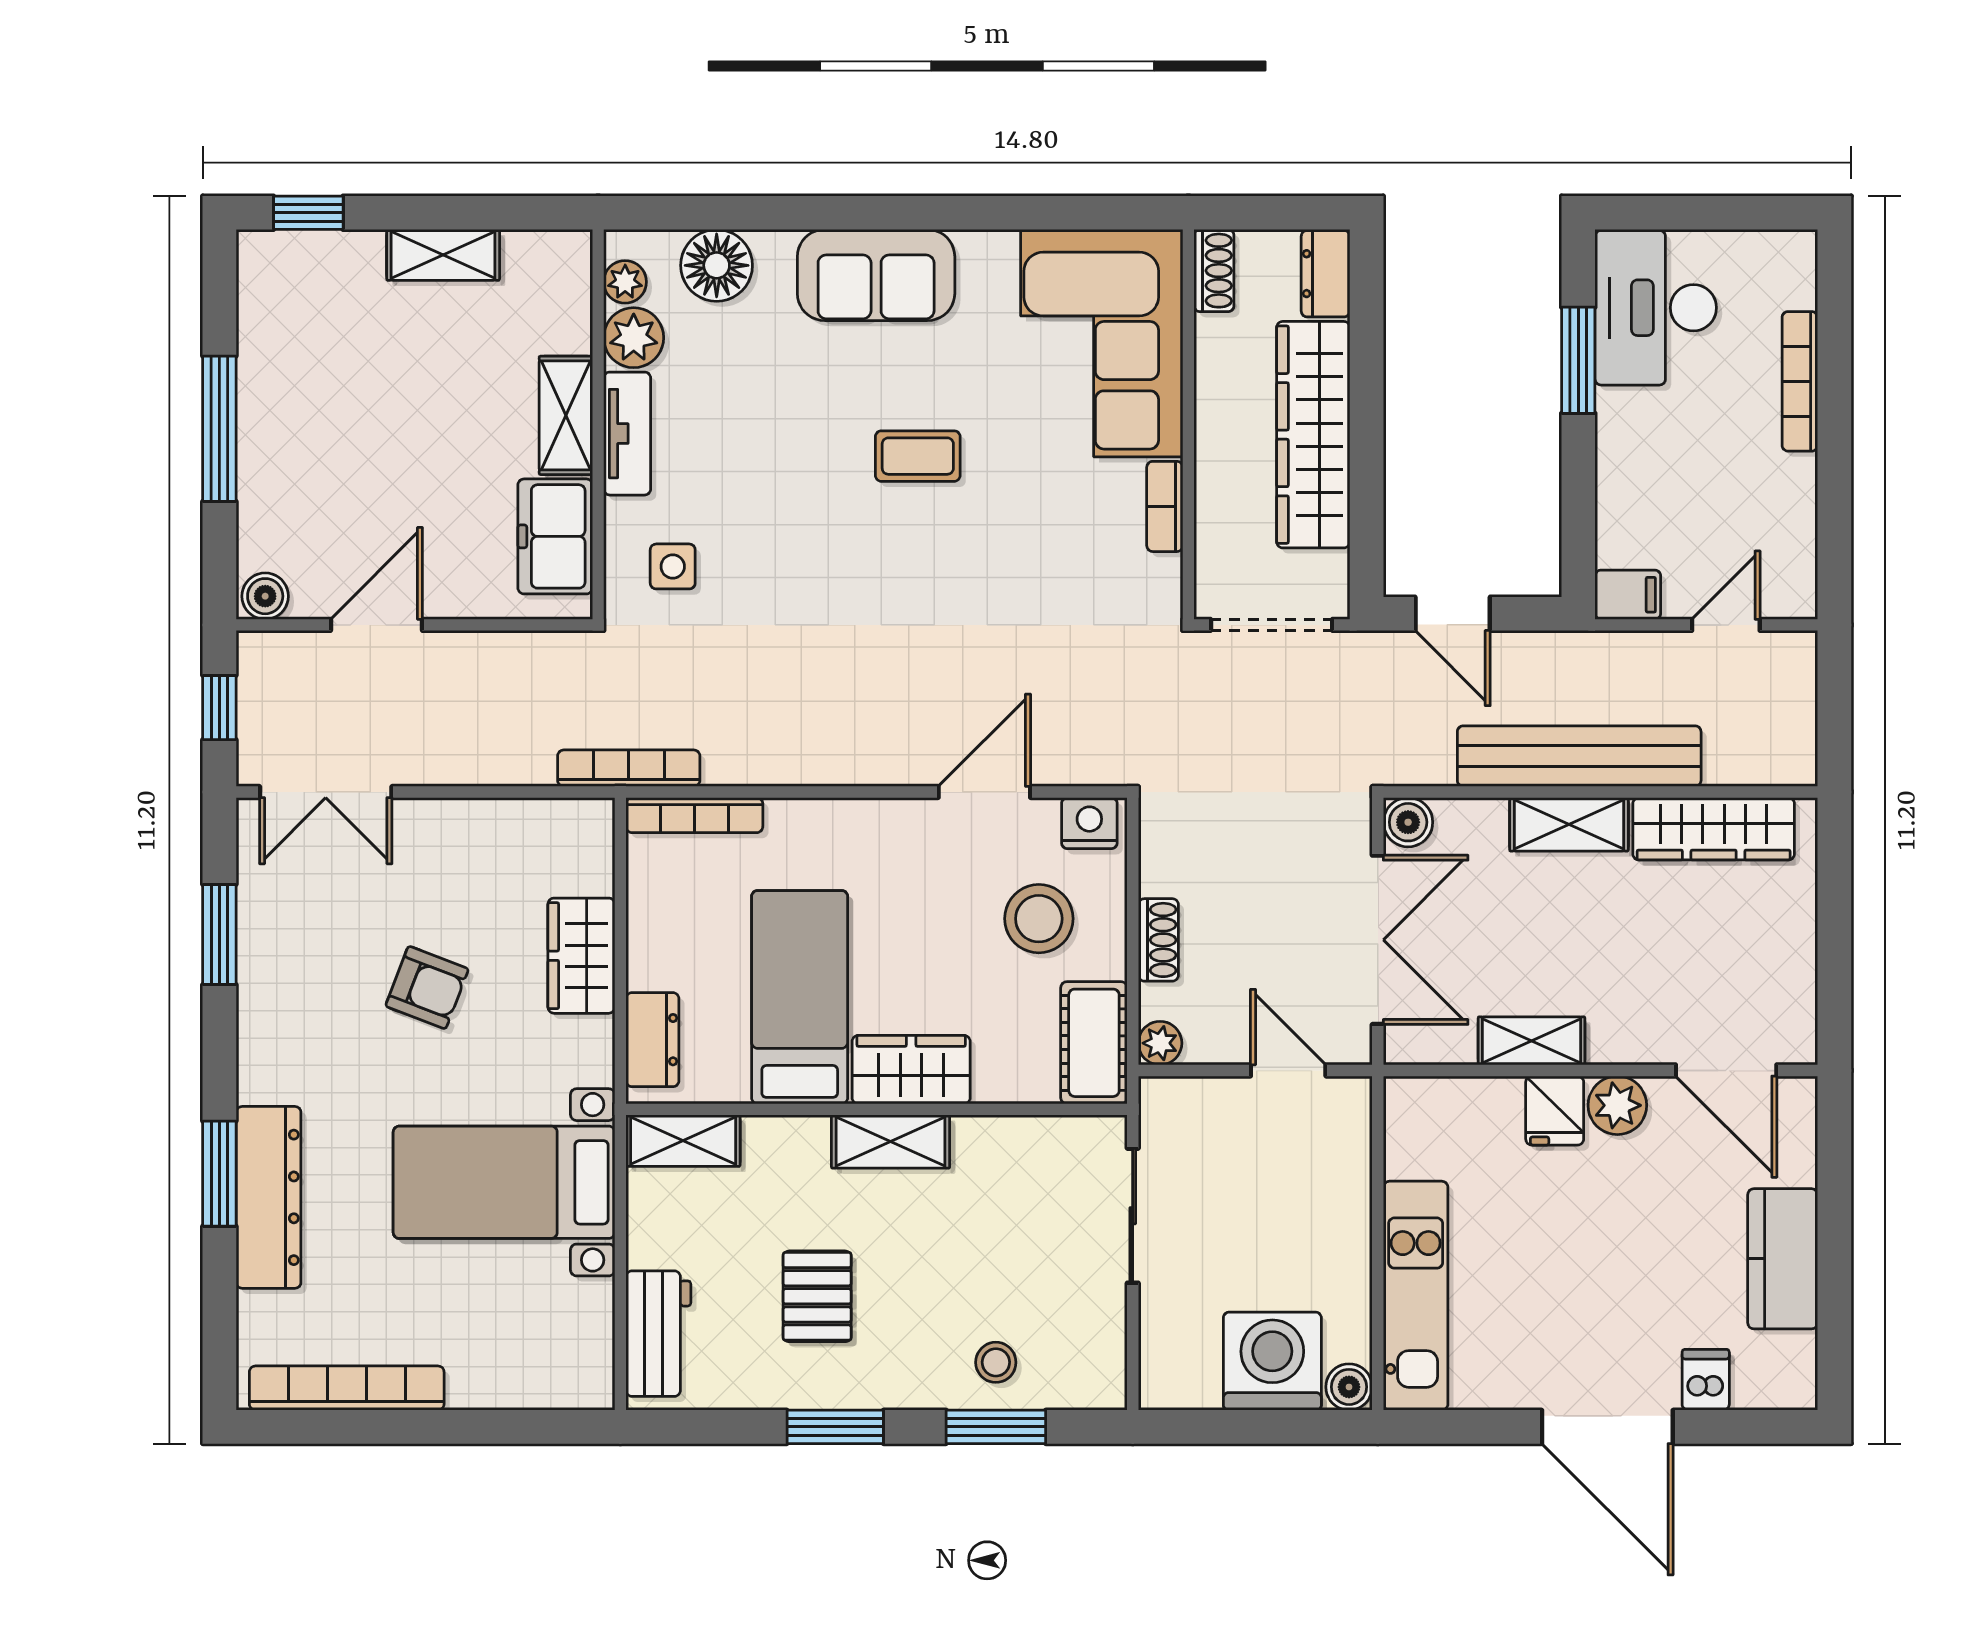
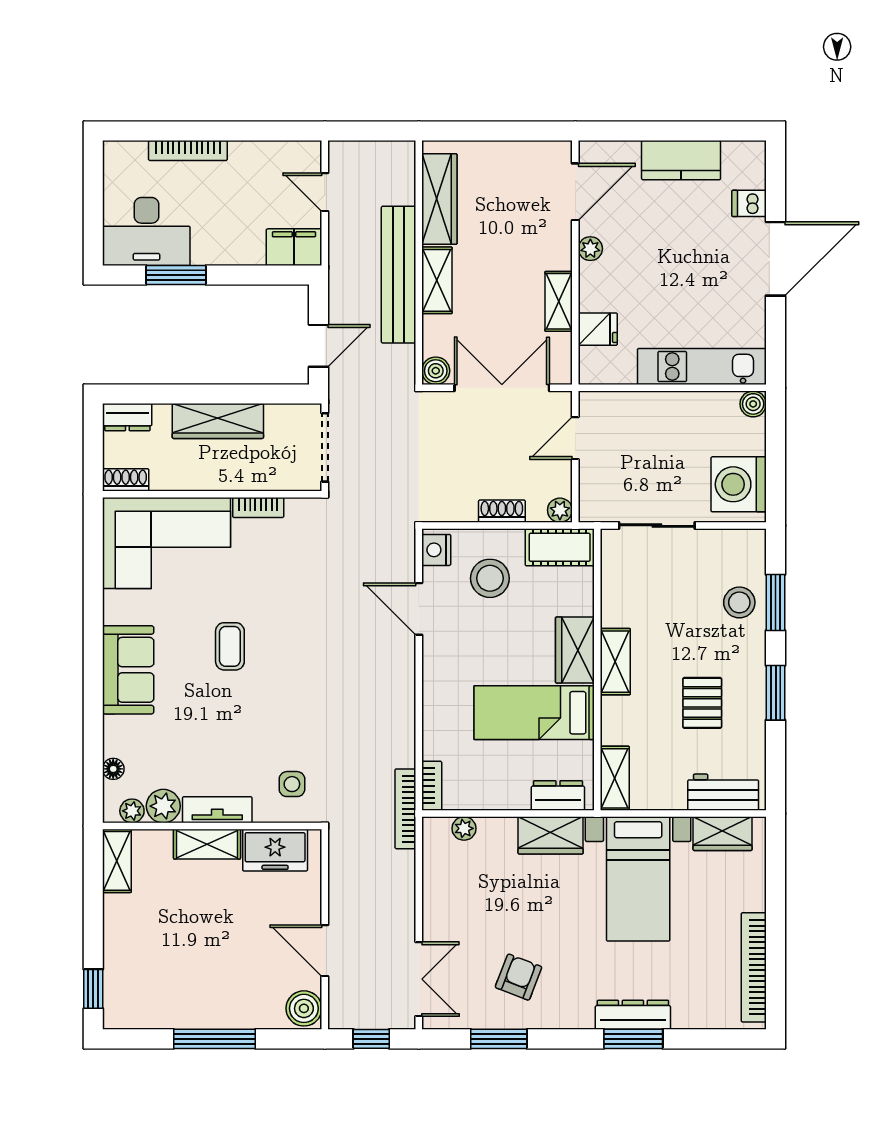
shelving: (443, 255) -> (117, 861), moved
floor lamp: (717, 265) -> (113, 769), width x0.53, depth x0.53
wardrobe: (1313, 435) -> (218, 421), width x0.71, depth x0.85
filing cabinet: (1628, 595) -> (294, 247), width x2.00
boiler: (265, 596) -> (304, 1008), width x1.36, depth x1.36
bookcase: (694, 815) -> (432, 786), width x0.64
plant: (594, 873) -> (464, 828), added
wardrobe: (581, 956) -> (551, 835), moved
armchair: (427, 988) -> (518, 977), moved
plant: (1617, 1105) -> (590, 249), width x0.73, depth x0.73
fridge: (1555, 1111) -> (598, 329), moved
dresser: (269, 1197) -> (633, 1015), width x0.73, depth x0.80
pallet: (817, 1296) -> (702, 703), turned 90
wardrobe: (585, 1333) -> (723, 834), added
washing machine: (1272, 1361) -> (739, 484), moved
stool: (996, 1362) -> (739, 602), width x1.37, depth x1.37

